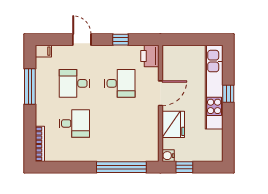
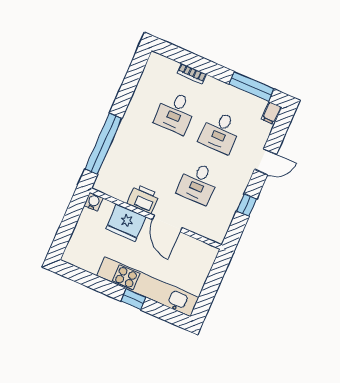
printer: (150, 56) -> (143, 199), moved
desk: (74, 83) -> (220, 132), turned 180
window: (30, 87) -> (252, 87), moved
bookcase: (40, 144) -> (192, 74), moved, width x0.64
window: (184, 167) -> (73, 214), removed

